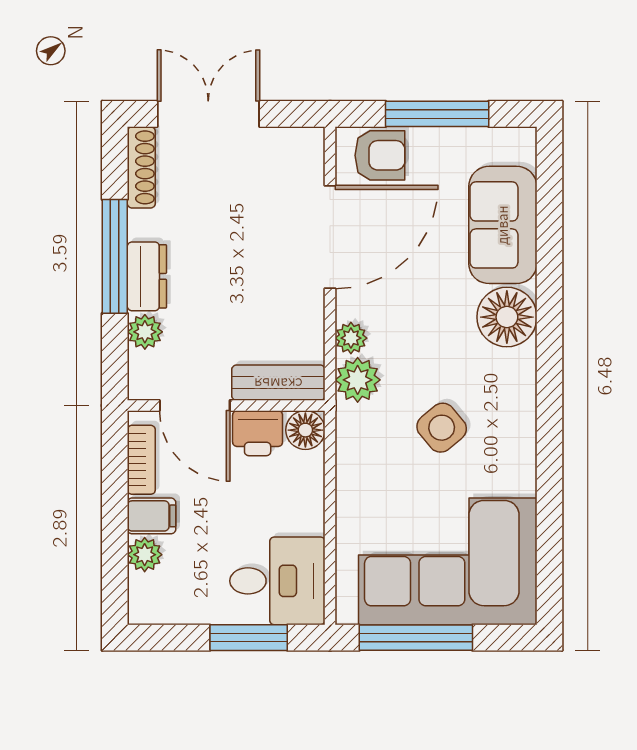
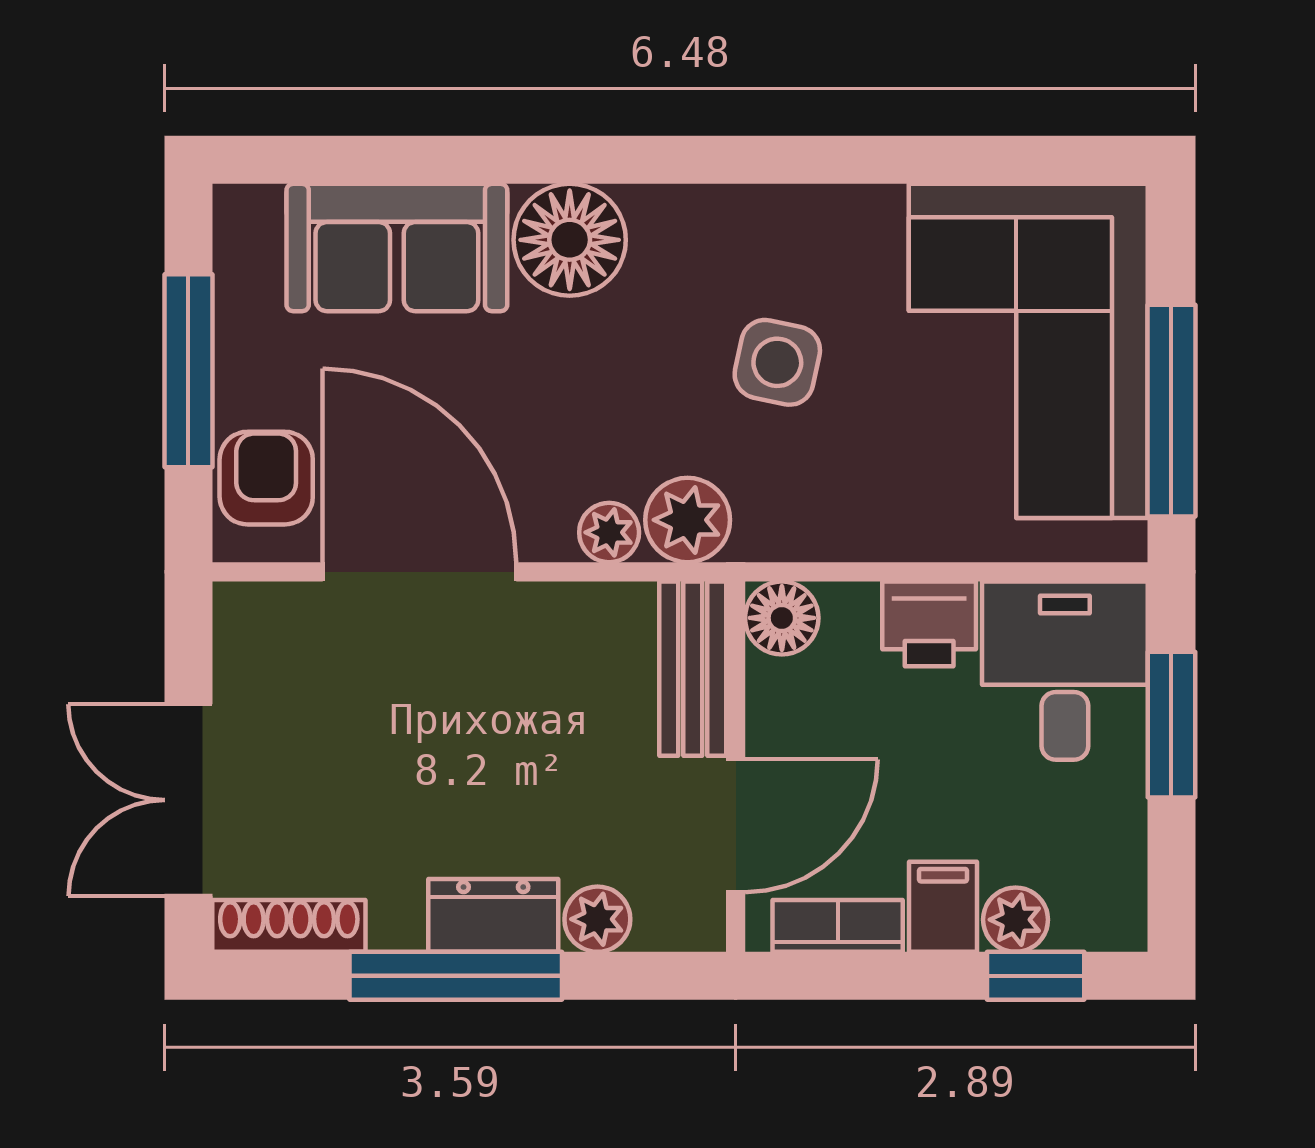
side table: (442, 428) -> (777, 362), turned -38
printer: (258, 433) -> (929, 624), moved, turned 90
window: (115, 565) -> (1036, 976), added

